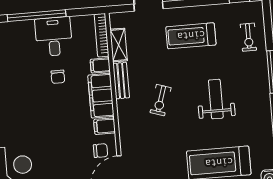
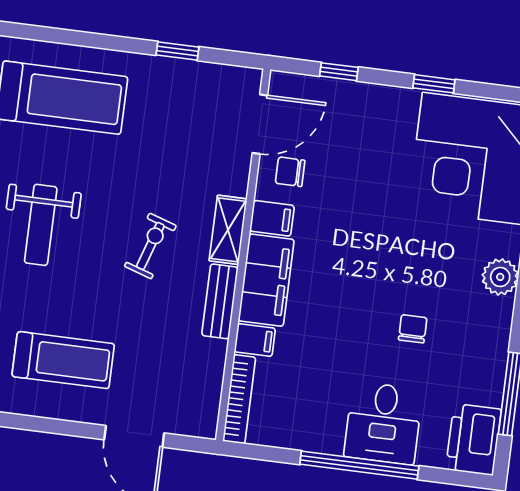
desk: (54, 37) -> (383, 423), moved
shelving: (119, 45) -> (228, 230), moved
chair: (58, 77) -> (413, 329), moved

